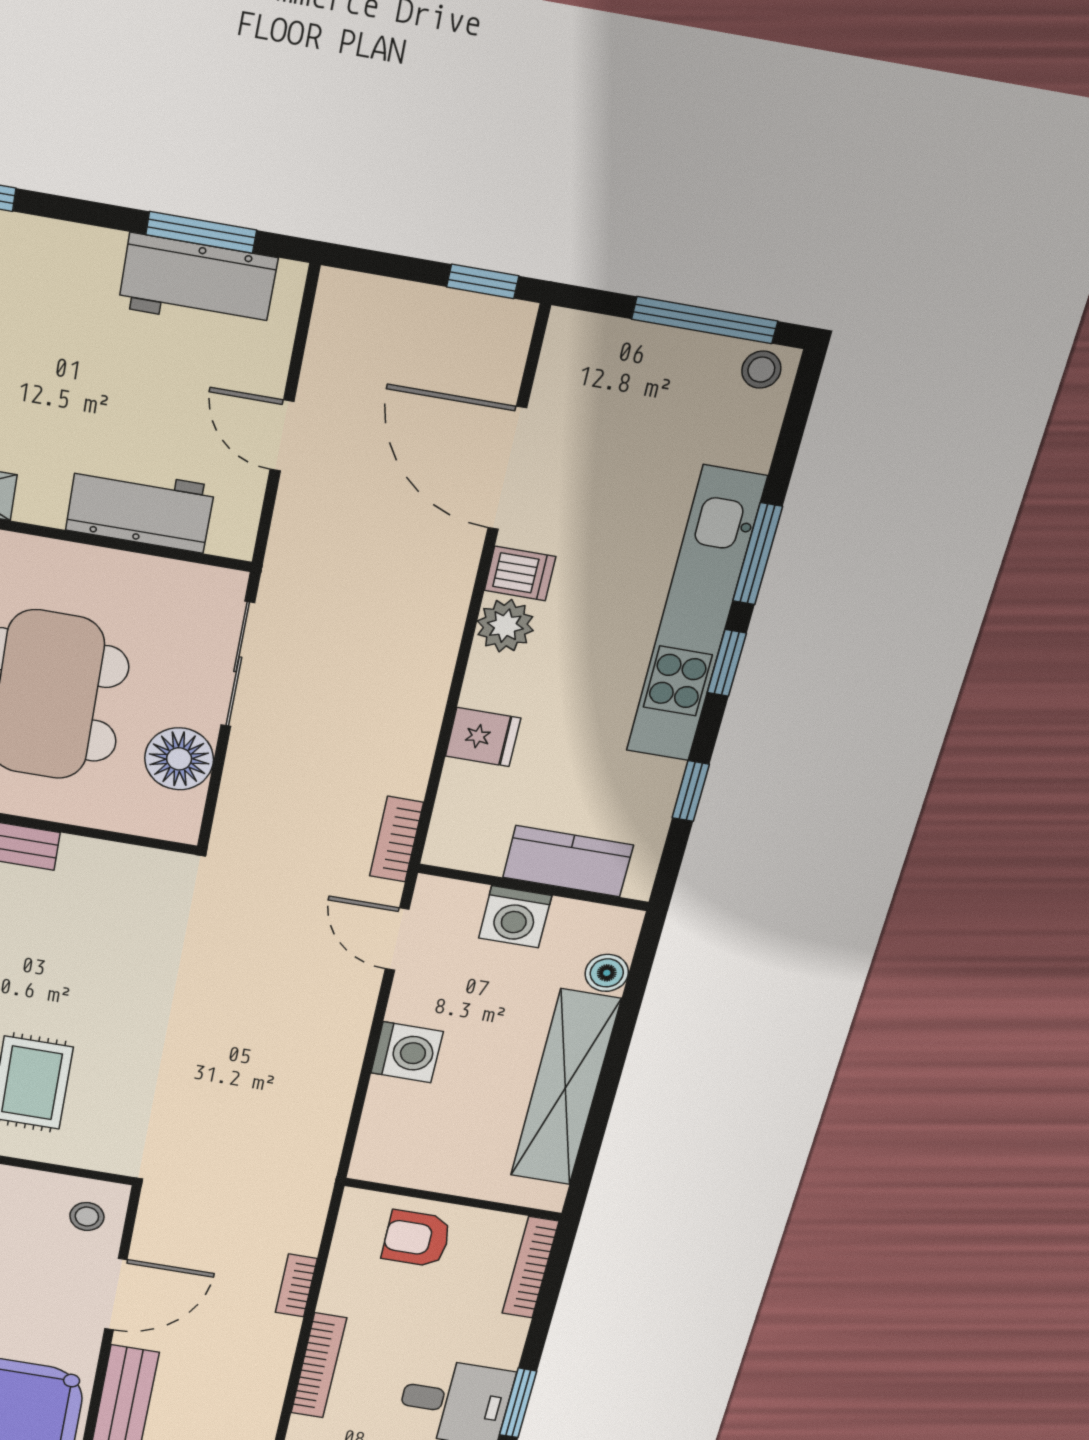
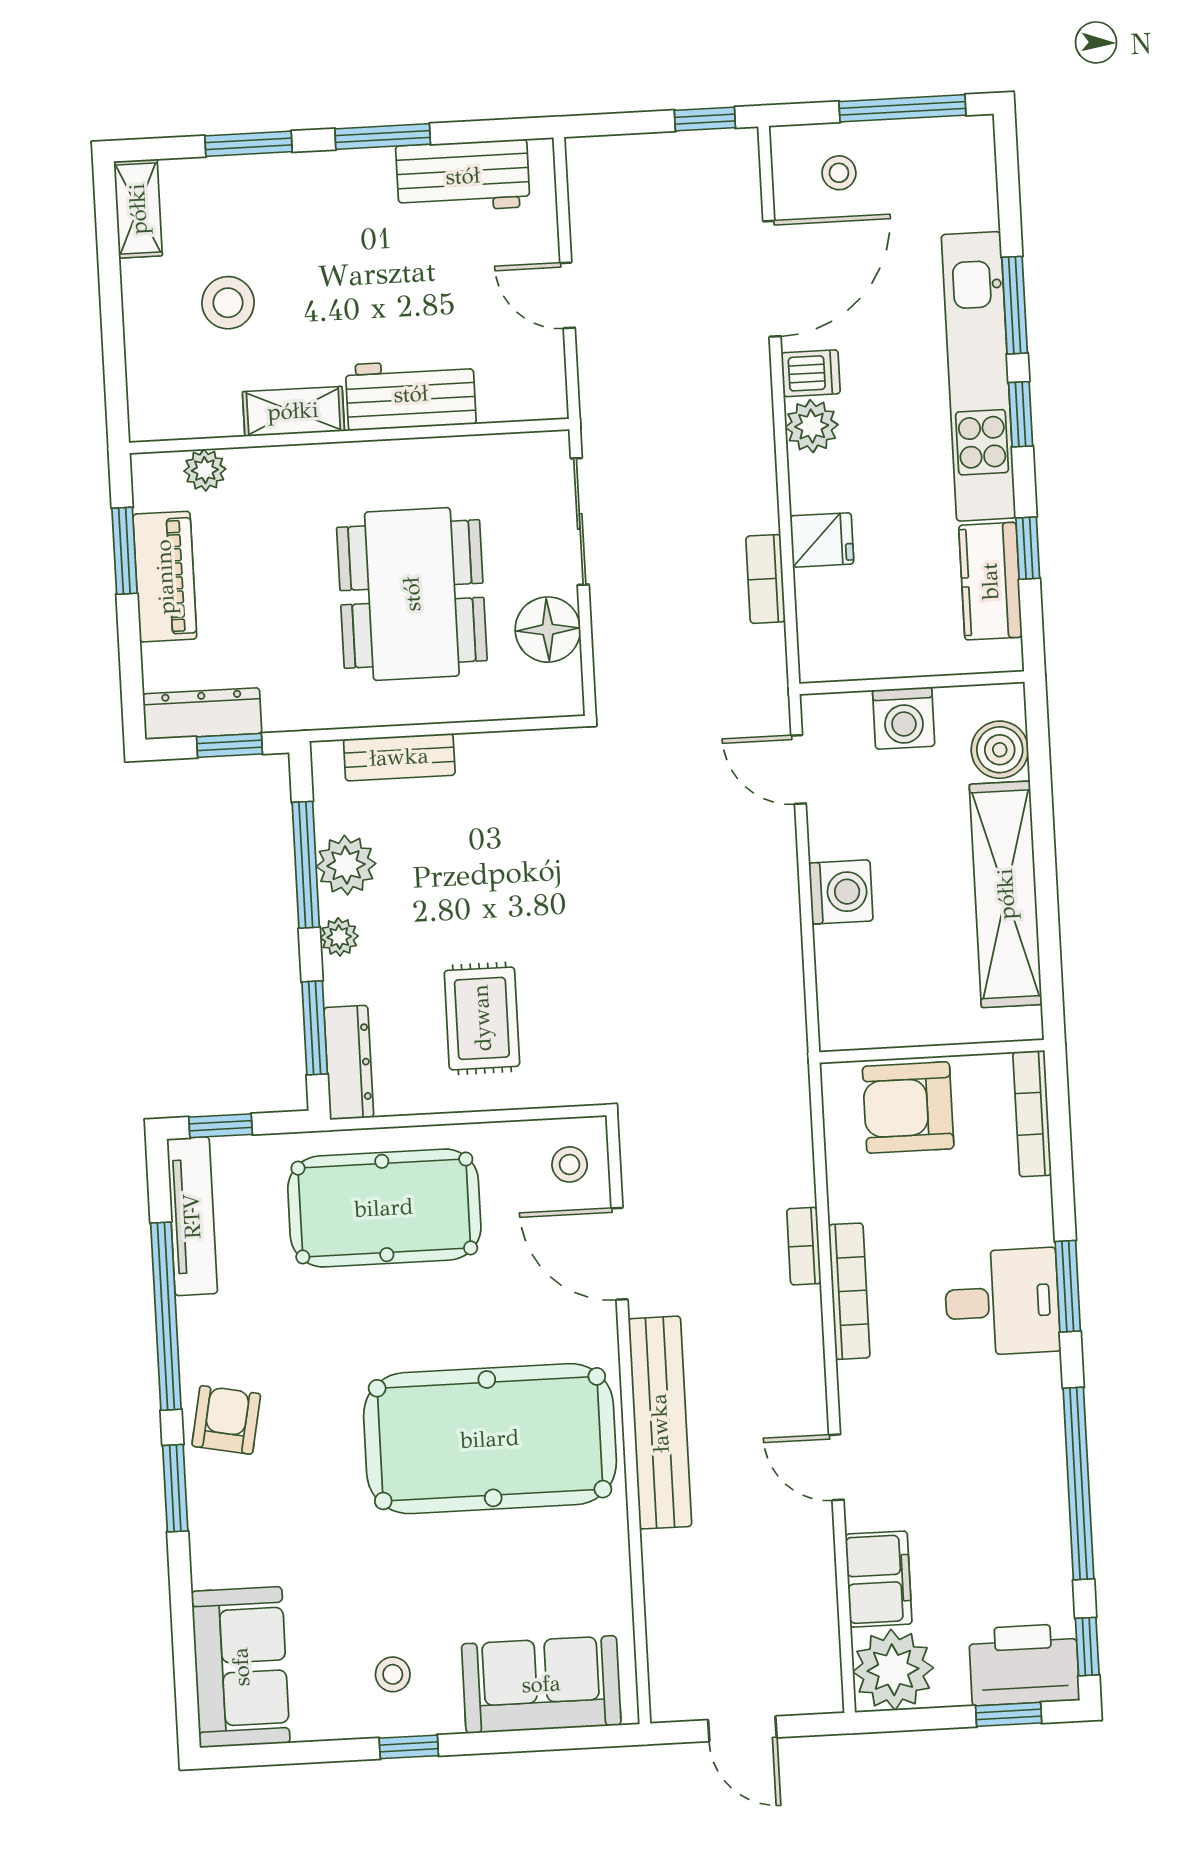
window: (201, 232) -> (383, 137), moved
stool: (761, 370) -> (839, 173), moved
door: (507, 468) -> (772, 279), swing flipped
workbench: (140, 508) -> (411, 394), moved
bookcase: (396, 839) -> (766, 579), moved
kitchen counter: (568, 861) -> (990, 581), moved, turned -90
boiler: (607, 973) -> (1000, 750), width x1.36, depth x1.36
armchair: (417, 1239) -> (908, 1108), width x1.38, depth x1.38
bookcase: (296, 1285) -> (804, 1246), moved
door: (116, 1294) -> (619, 1254), swing flipped

